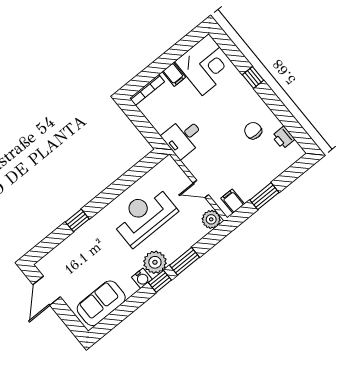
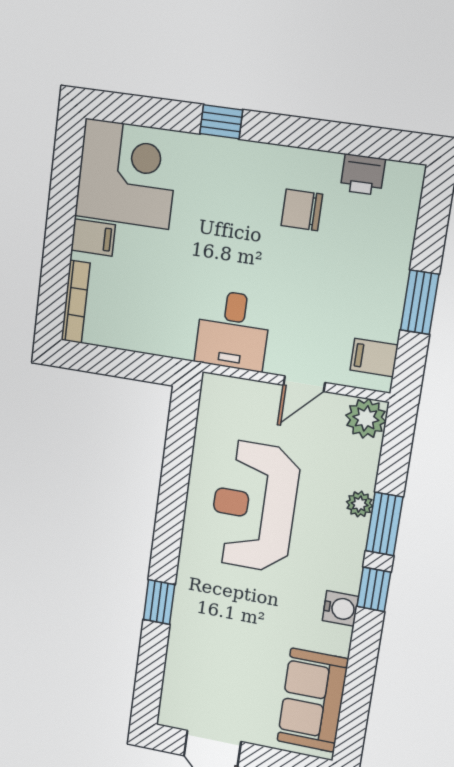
desk: (183, 137) -> (233, 330), moved
plant: (155, 262) -> (360, 504), moved, width x0.53, depth x0.53

